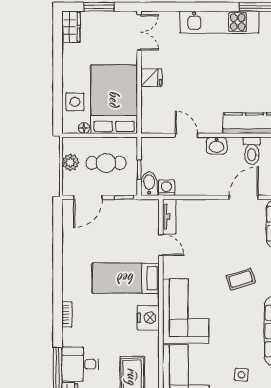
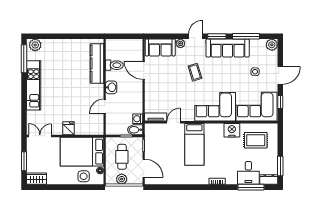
nightstand: (148, 318) -> (232, 130), moved

